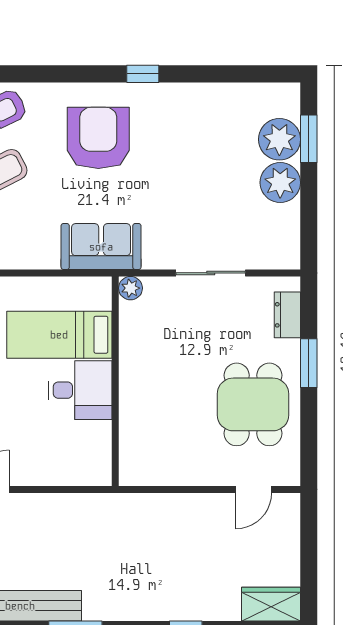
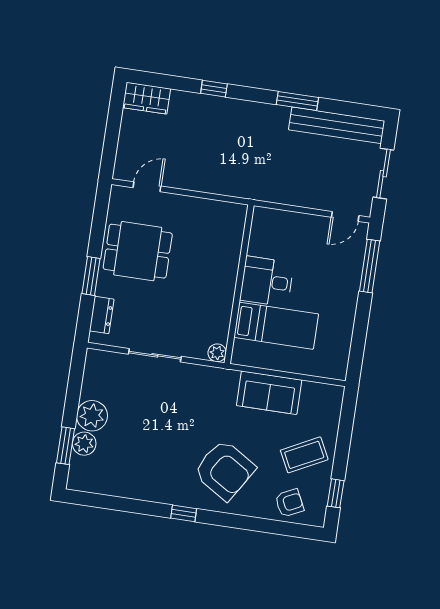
armchair: (98, 138) -> (225, 470), turned -58
plant: (279, 139) -> (84, 444), width x0.73, depth x0.73
sofa: (101, 247) -> (269, 393), moved
dining table: (253, 404) -> (138, 251), turned 90

